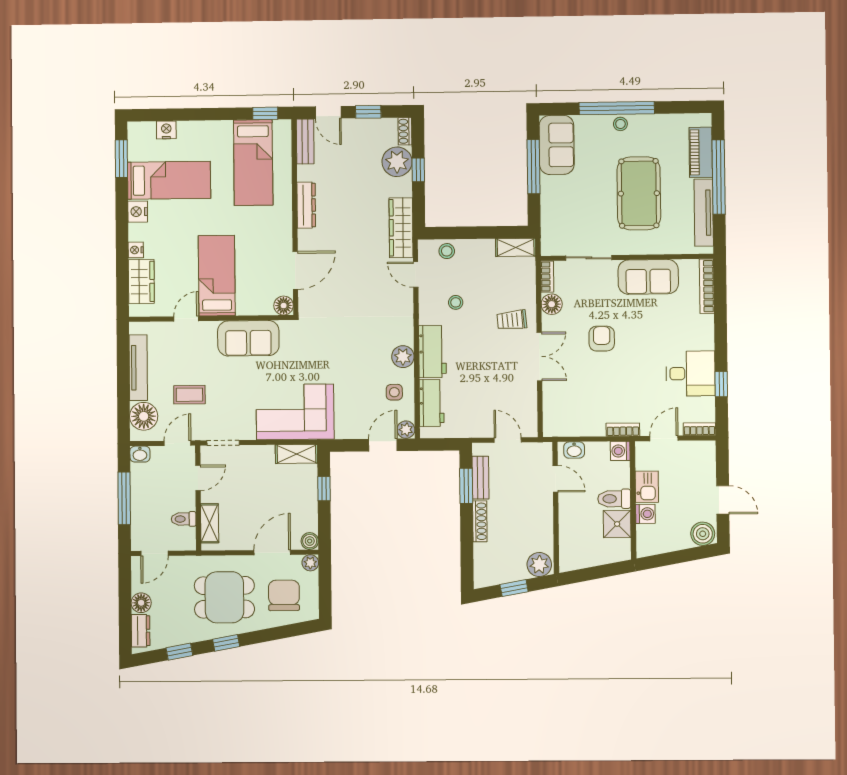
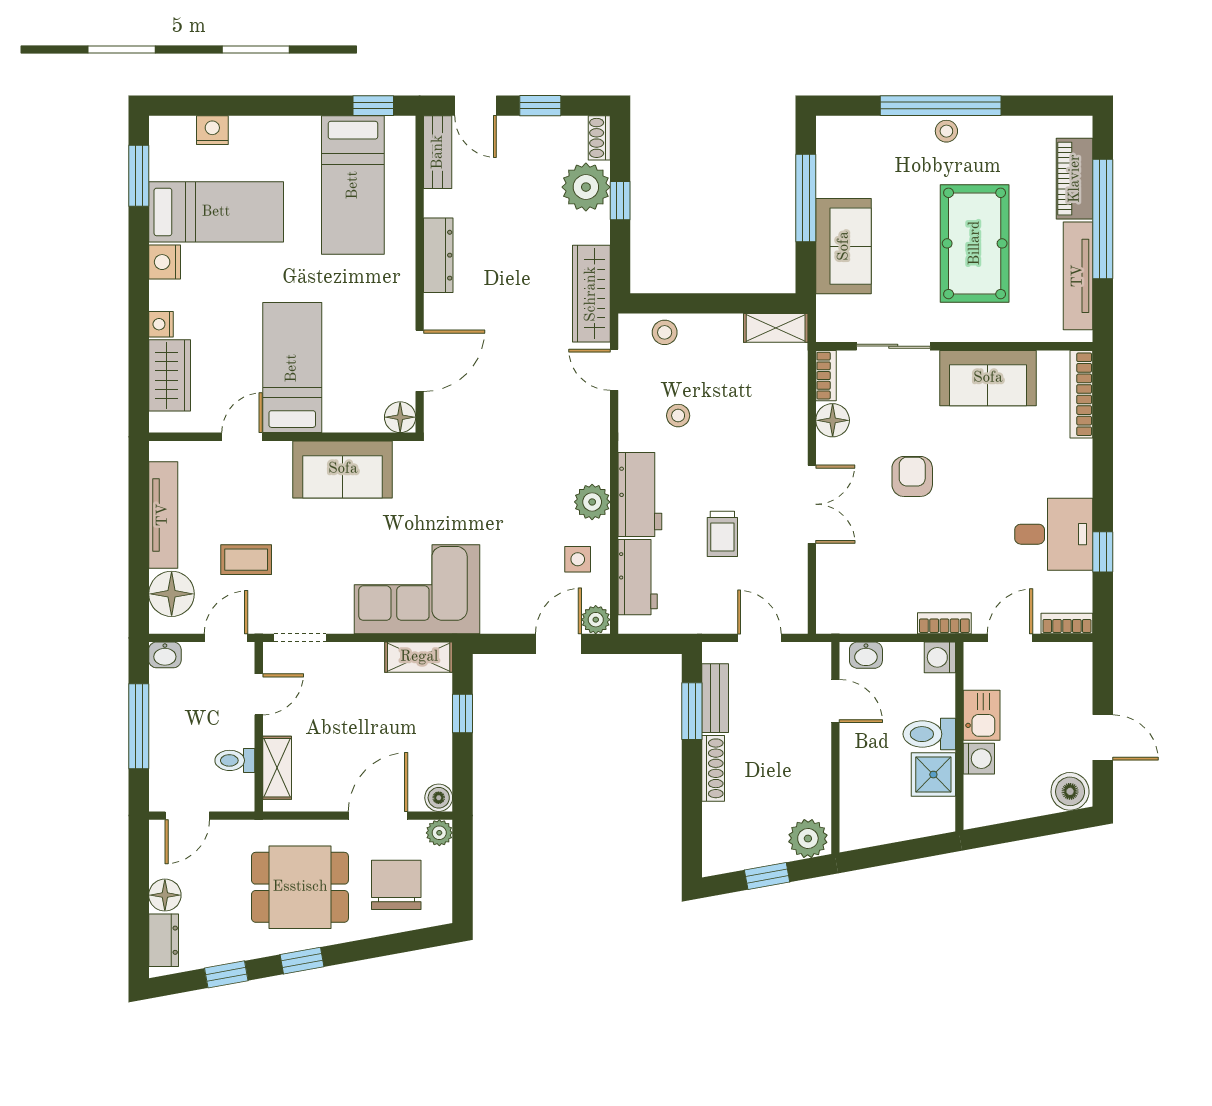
sofa: (557, 145) -> (844, 246), moved
trolley: (512, 320) -> (722, 534), moved, turned -85

